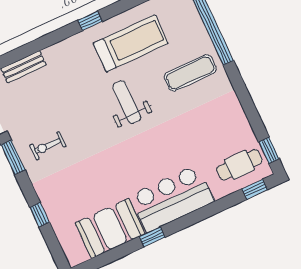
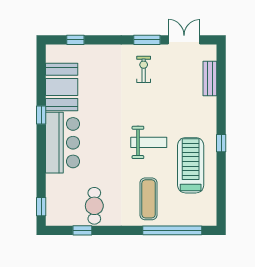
treadmill: (131, 43) -> (191, 165), turned 180
window: (269, 150) -> (82, 230), moved
cafe table: (240, 165) -> (94, 206), moved
window: (40, 215) -> (75, 40), moved

